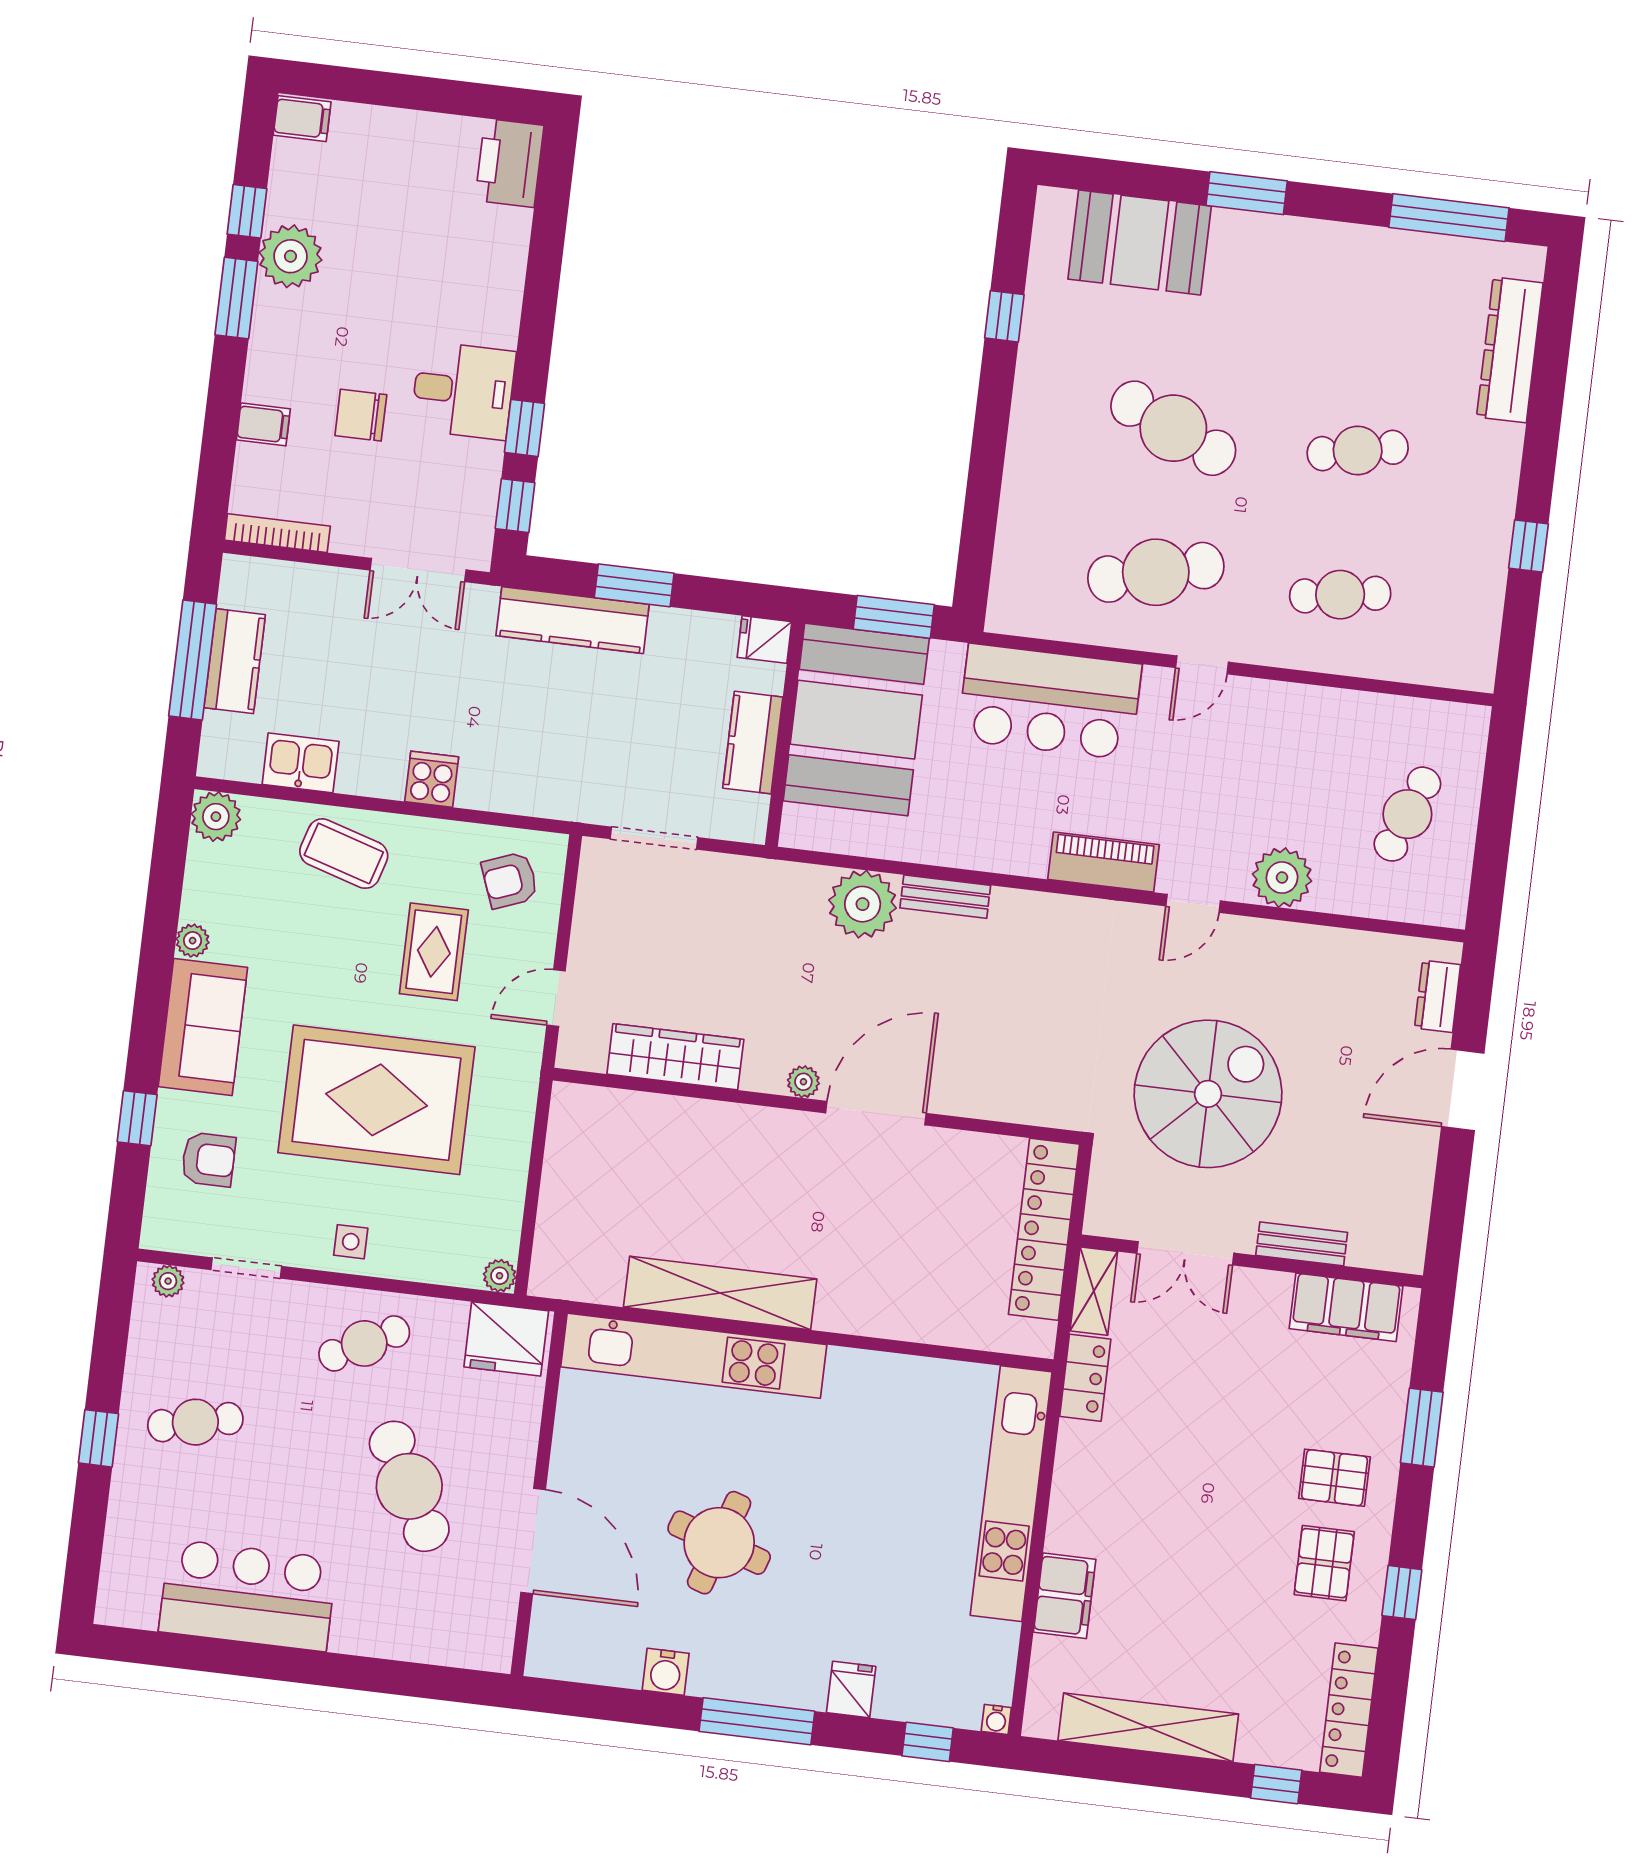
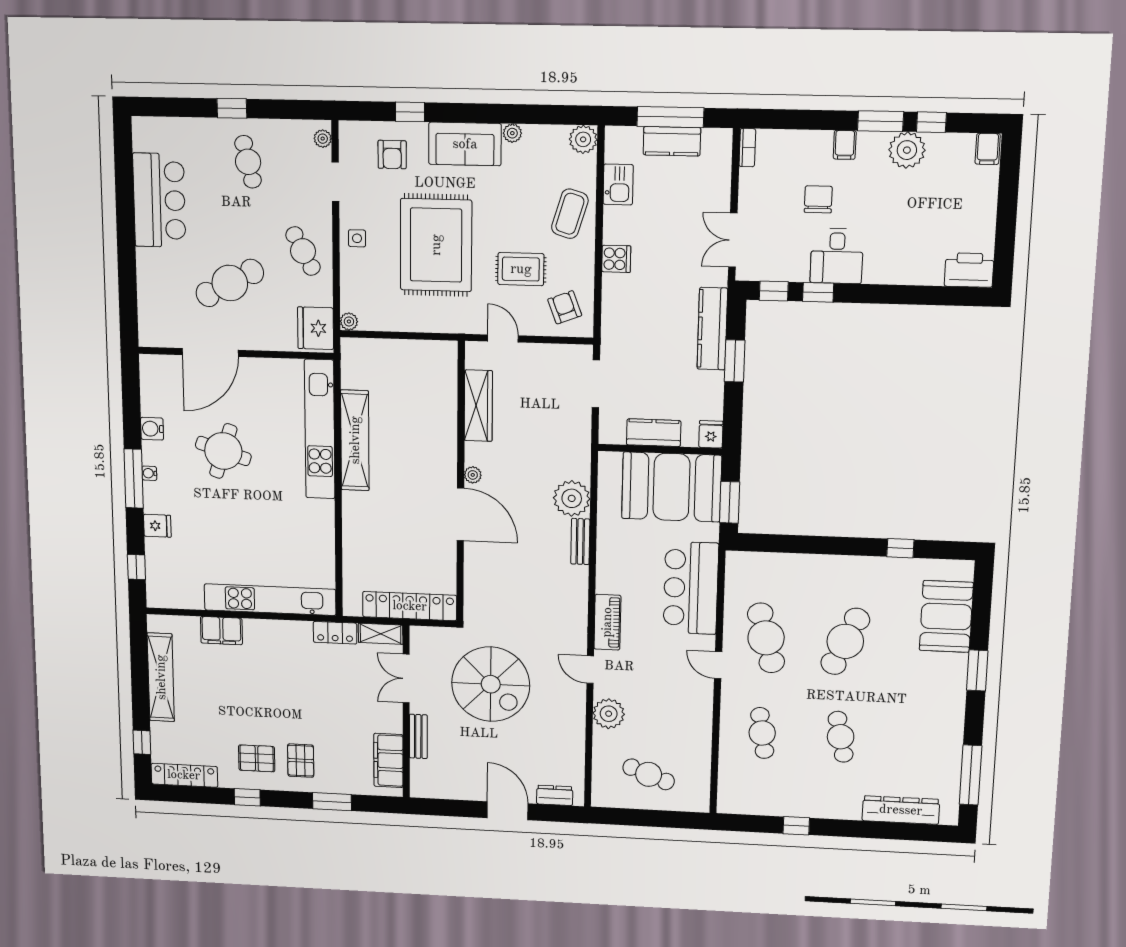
filing cabinet: (263, 424) -> (845, 145), moved
bookcase: (277, 533) -> (747, 148), width x0.64
water cooler: (996, 1719) -> (149, 473), moved

